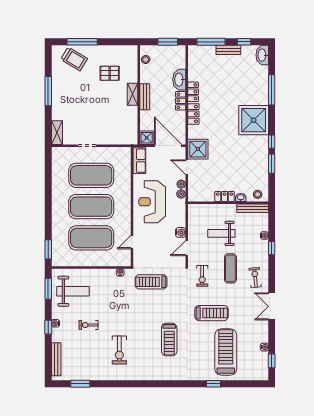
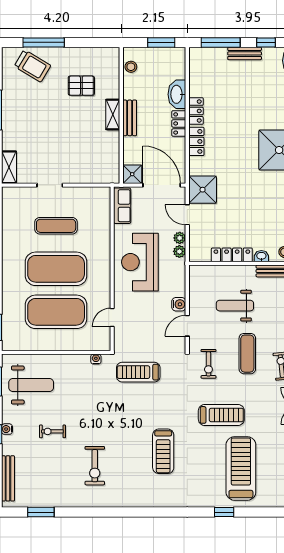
exercise mat: (91, 175) -> (56, 226), width x0.50, depth x0.69
locker: (225, 196) -> (232, 255), width x1.53

